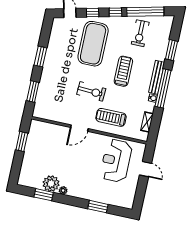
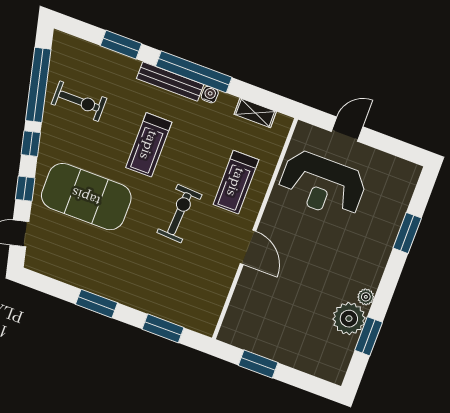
treadmill: (123, 71) -> (149, 145), turned -90

